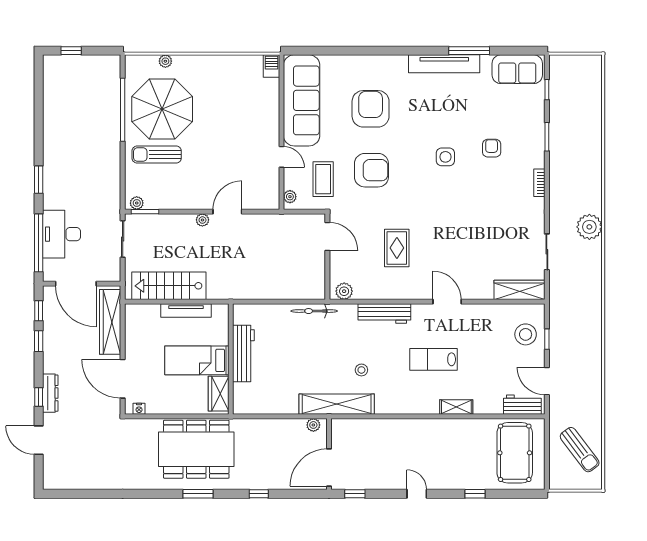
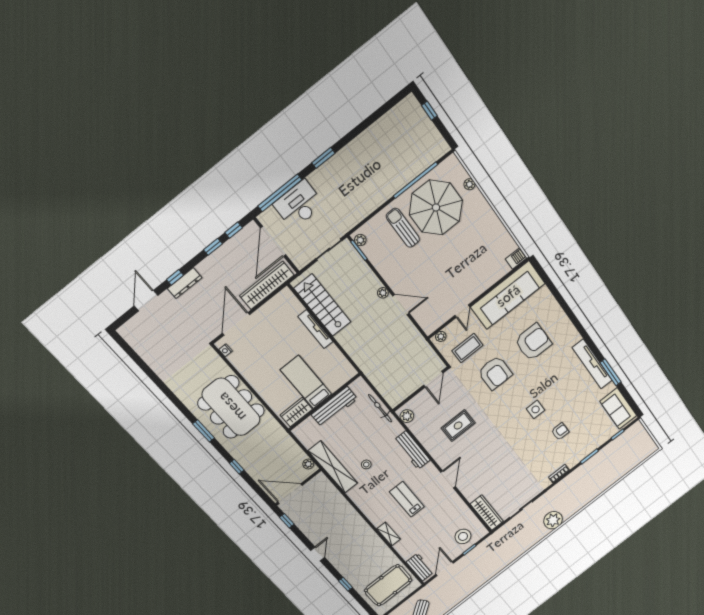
workbench: (243, 353) -> (334, 407), moved
wall: (231, 359) -> (324, 402), moved
bed: (197, 360) -> (306, 382), moved
wardrobe: (219, 394) -> (296, 412), moved

